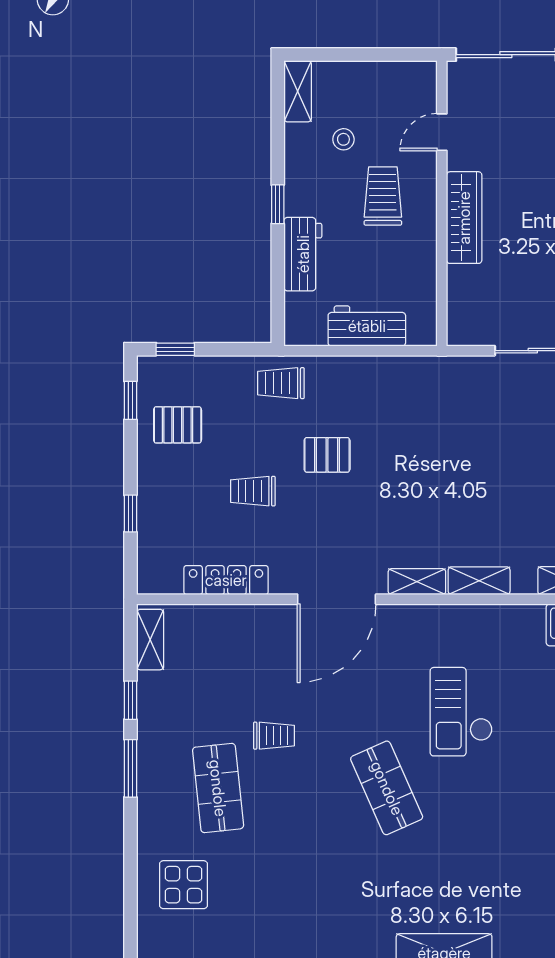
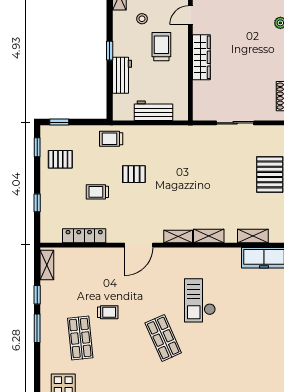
door: (337, 599) -> (139, 245), width x0.73

